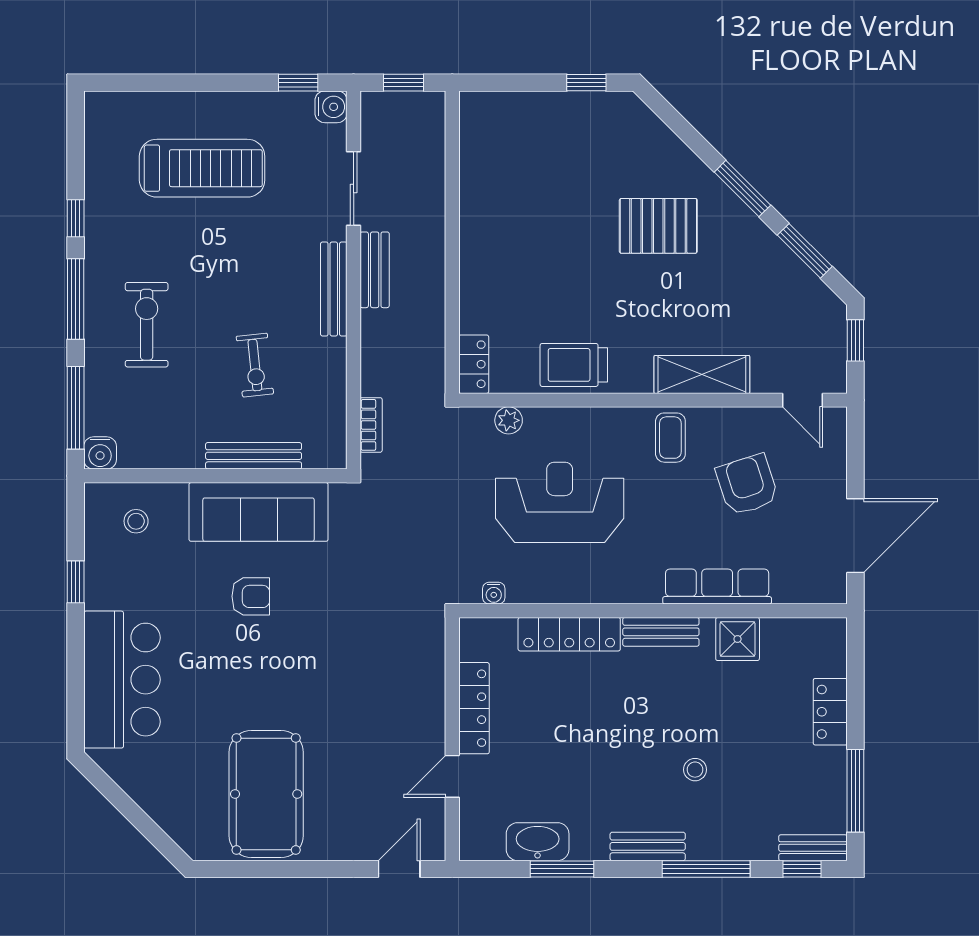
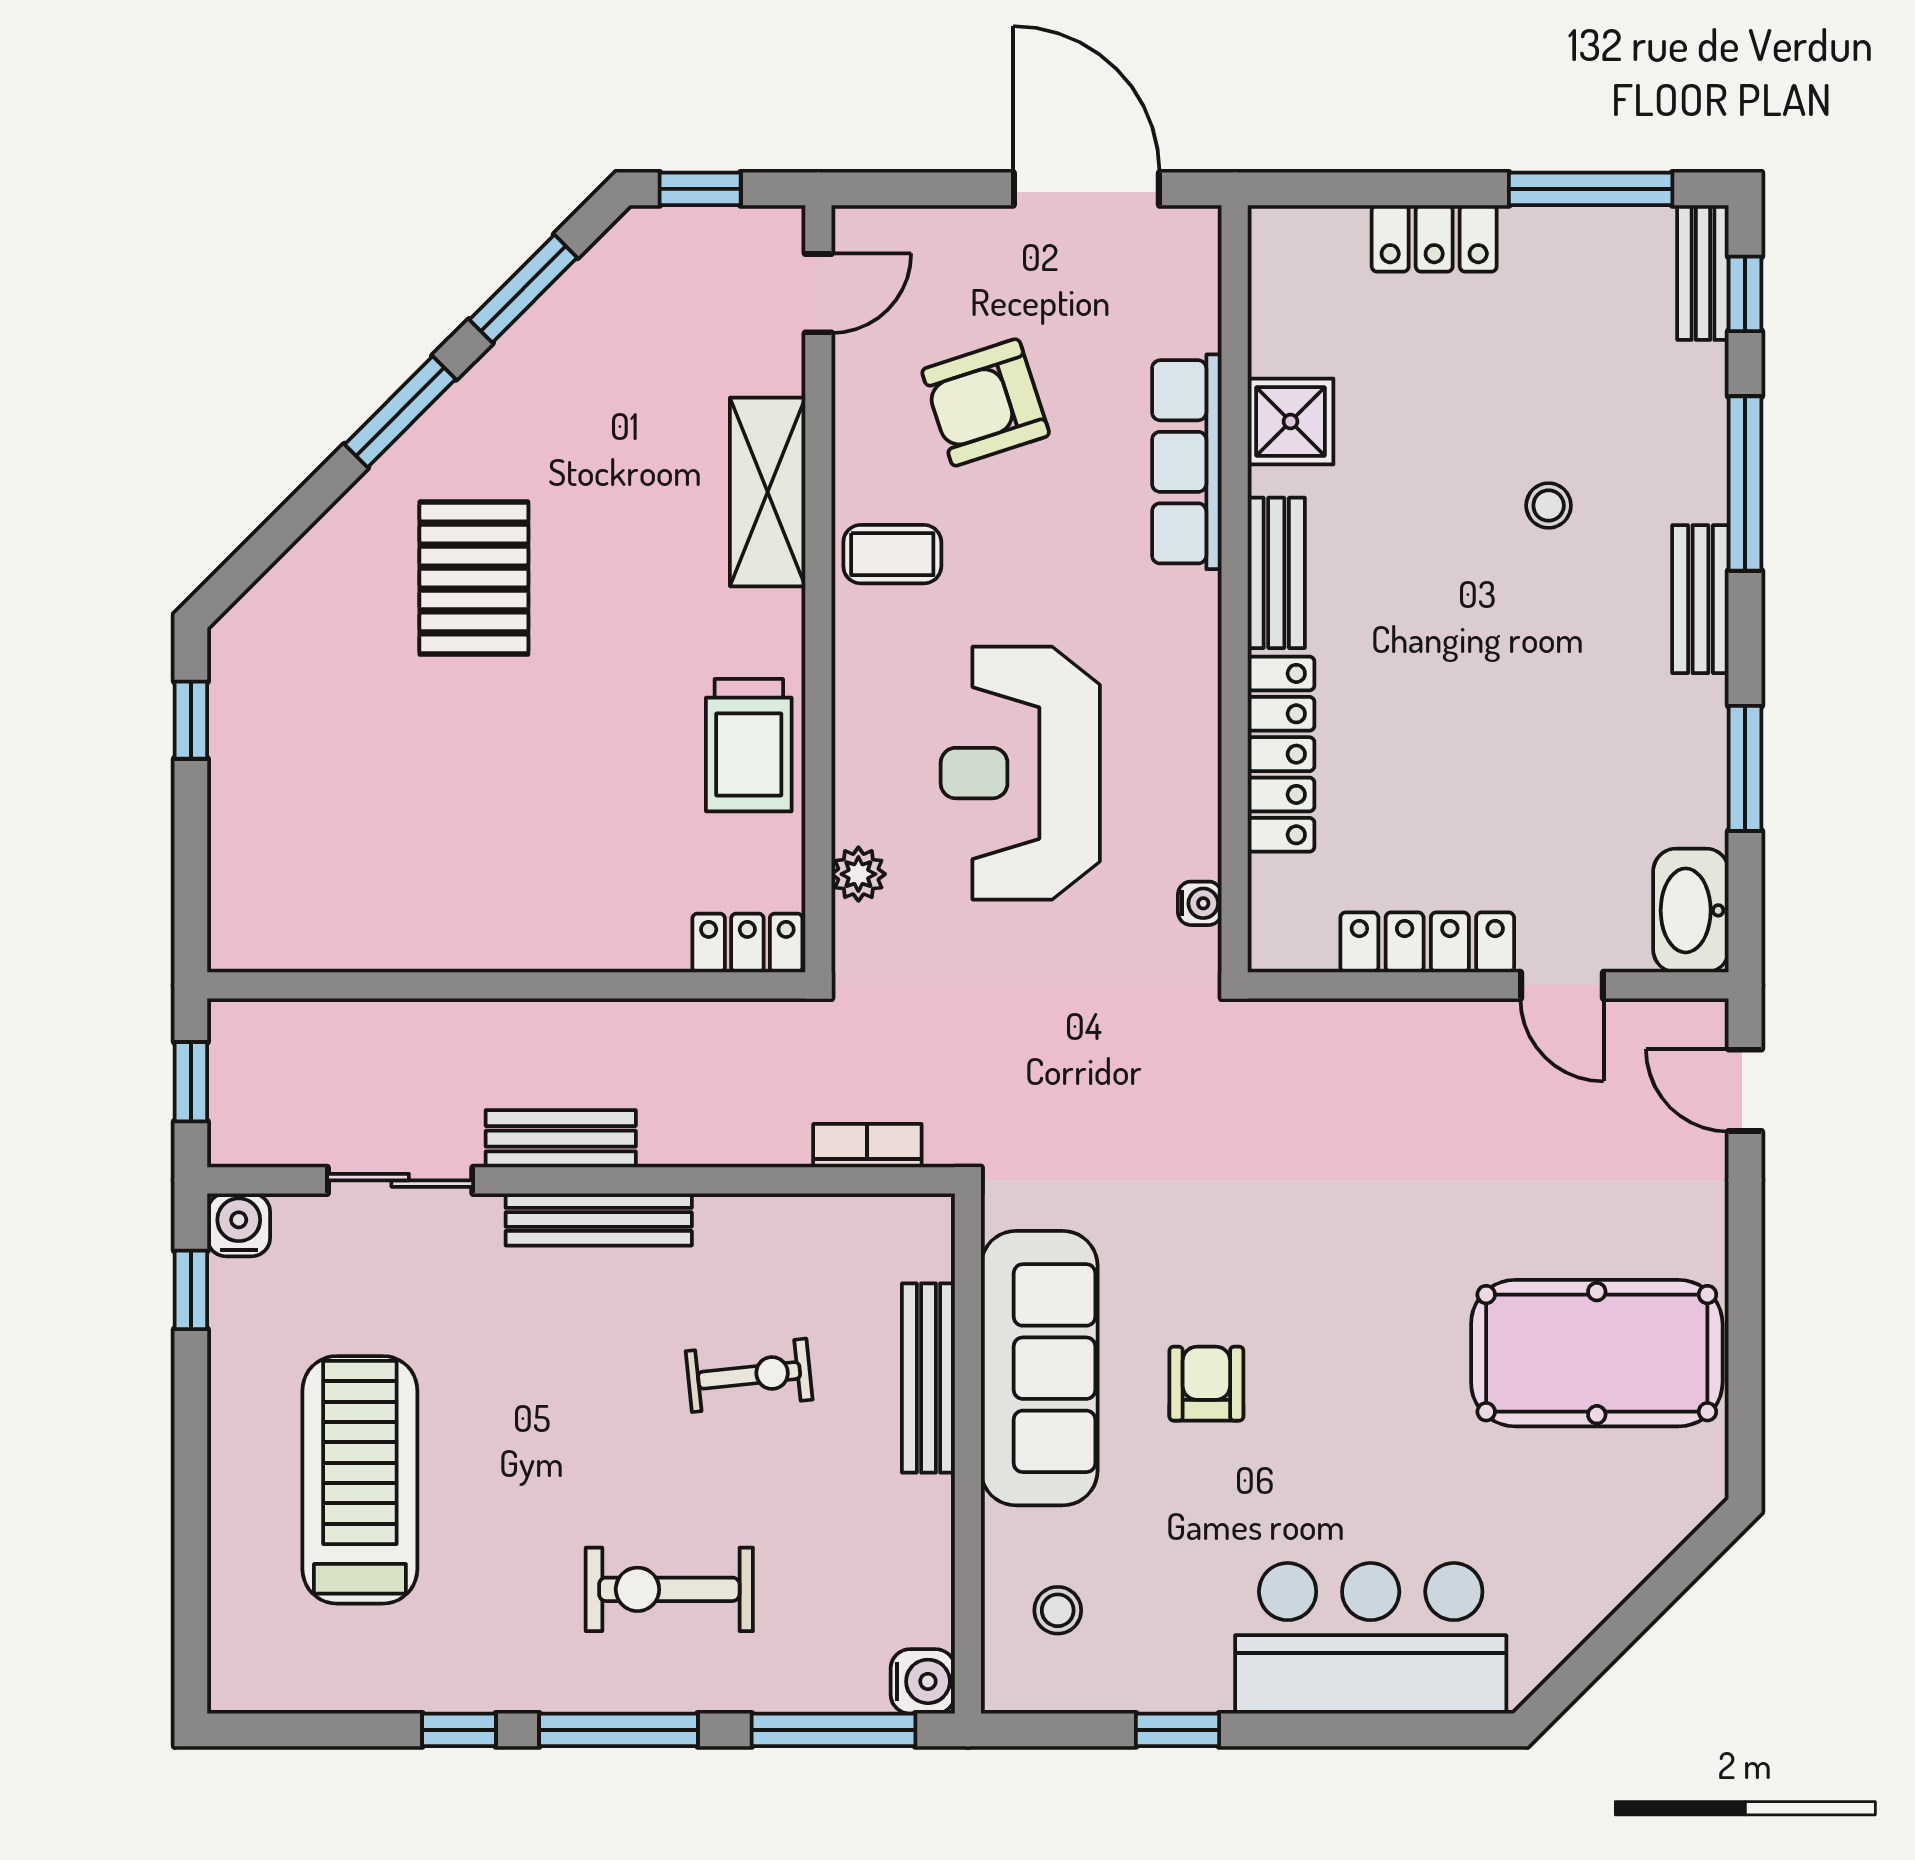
washbasin: (538, 842) -> (1691, 910), moved

